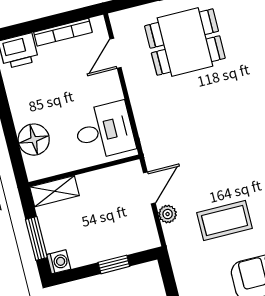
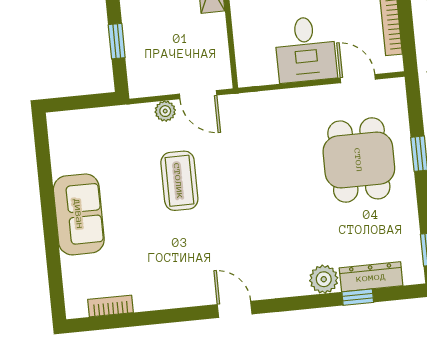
desk: (104, 131) -> (306, 49), moved
coffee table: (225, 220) -> (179, 181), moved

